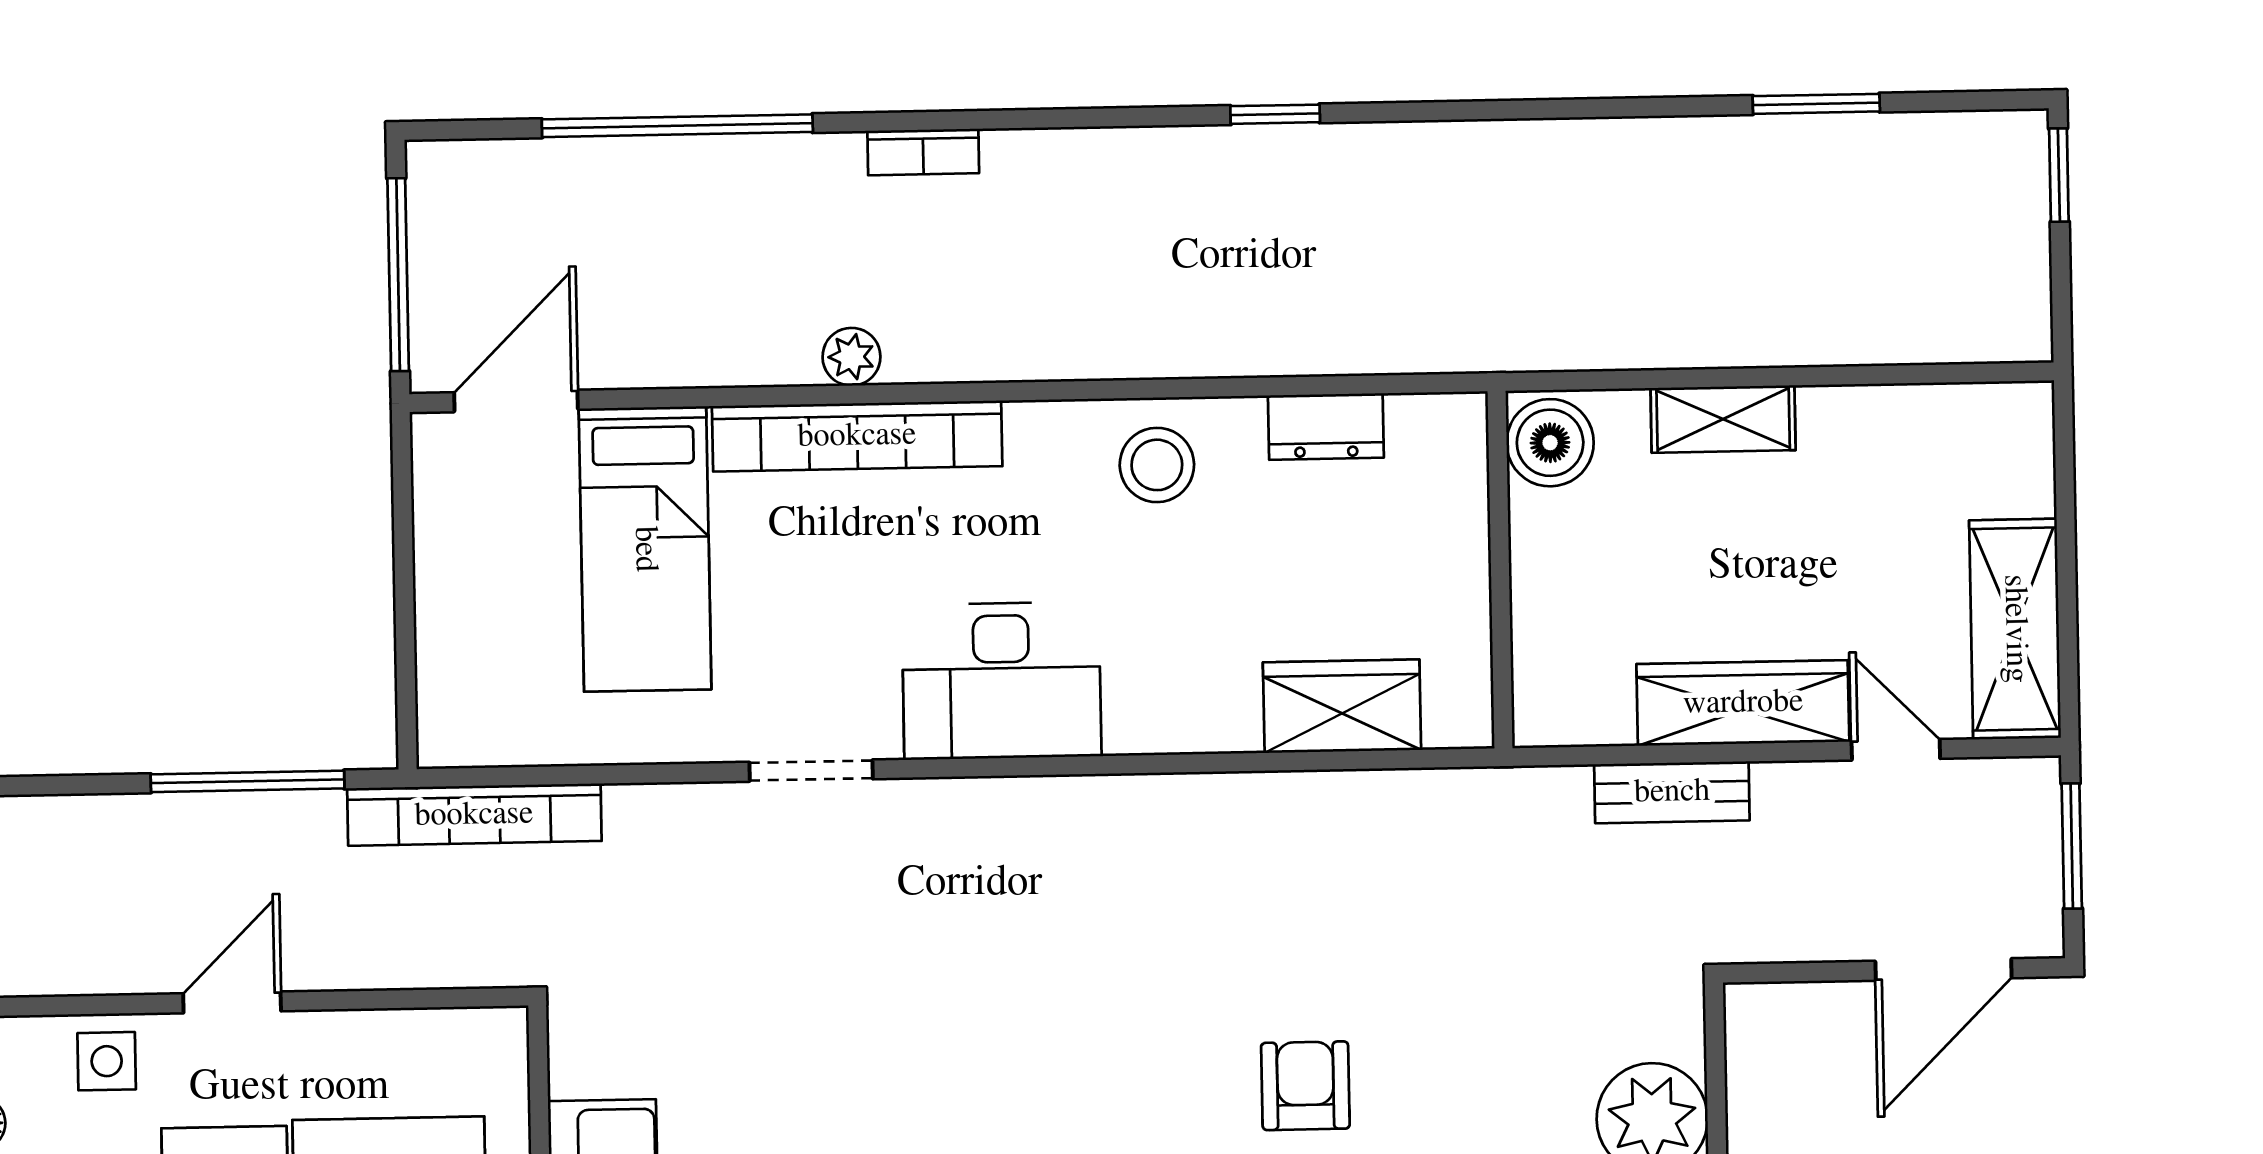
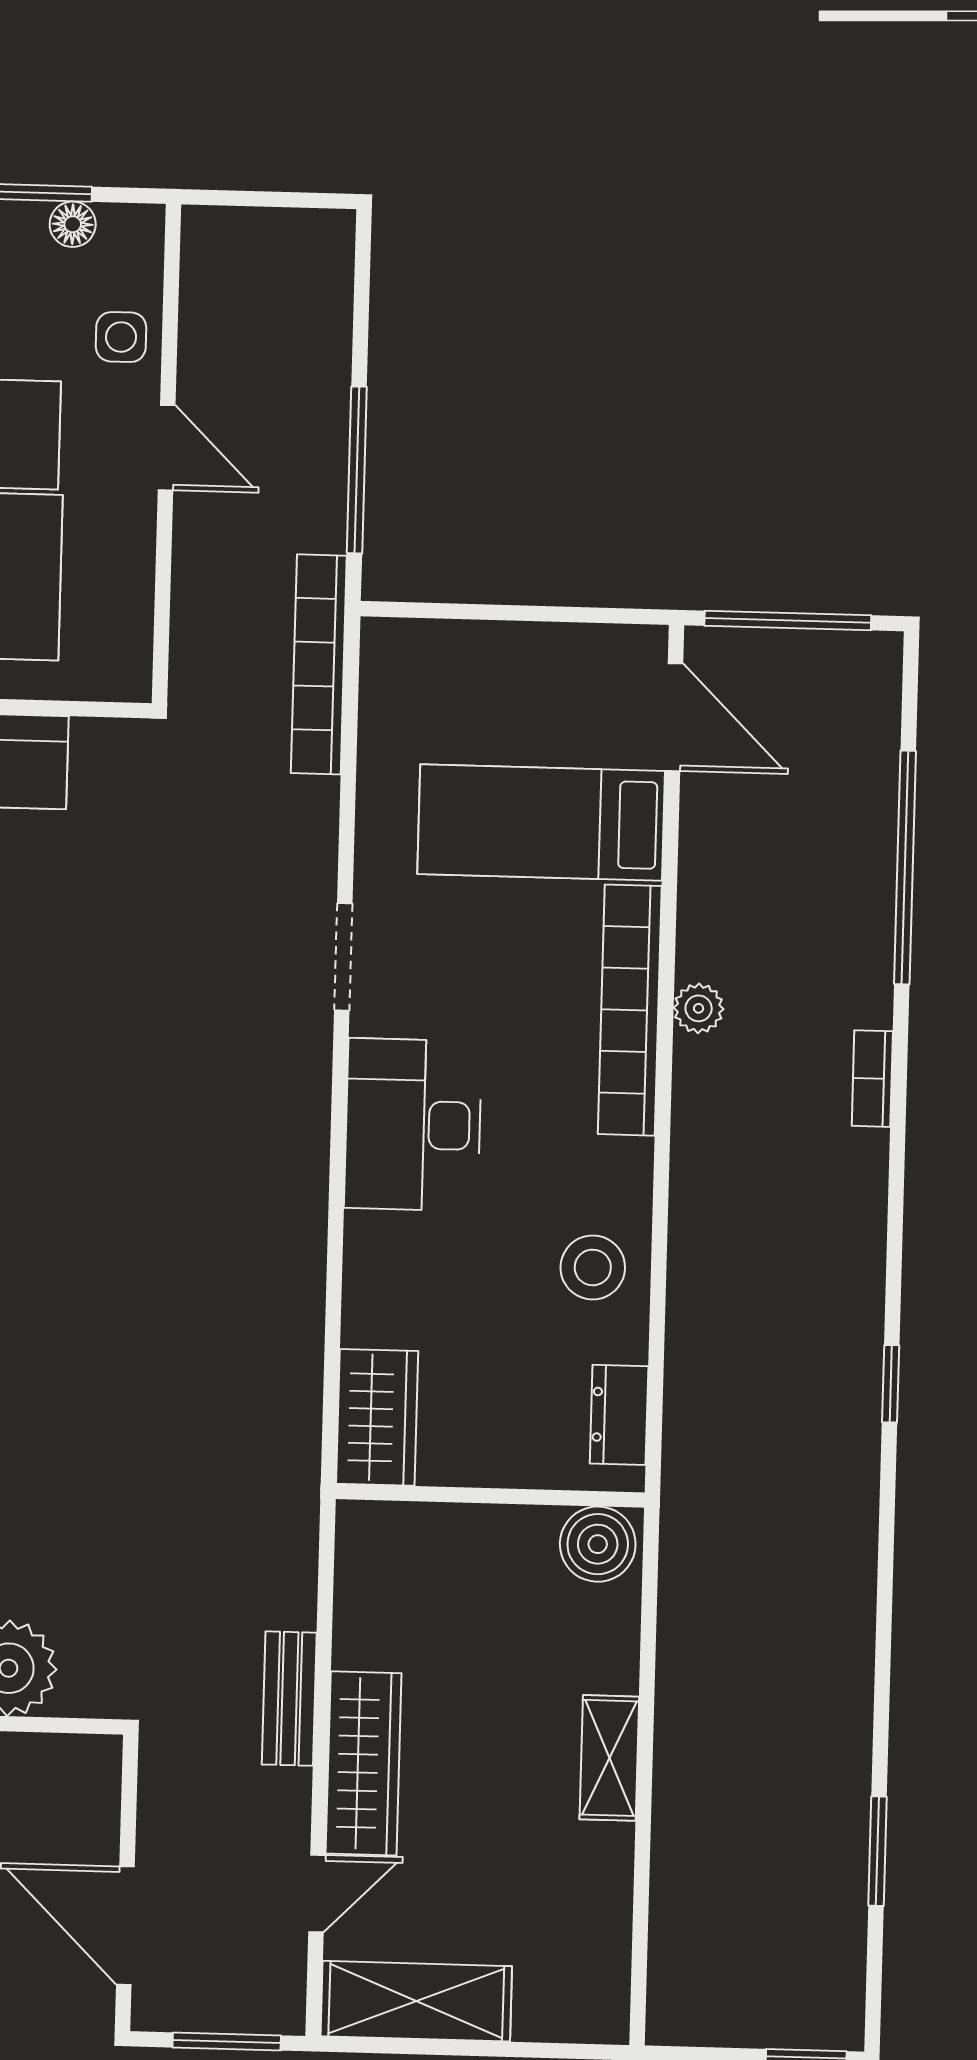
boiler: (1550, 443) -> (598, 1544), moved
wall: (1500, 570) -> (490, 1496), moved
armchair: (1305, 1086) -> (51, 1370), removed

